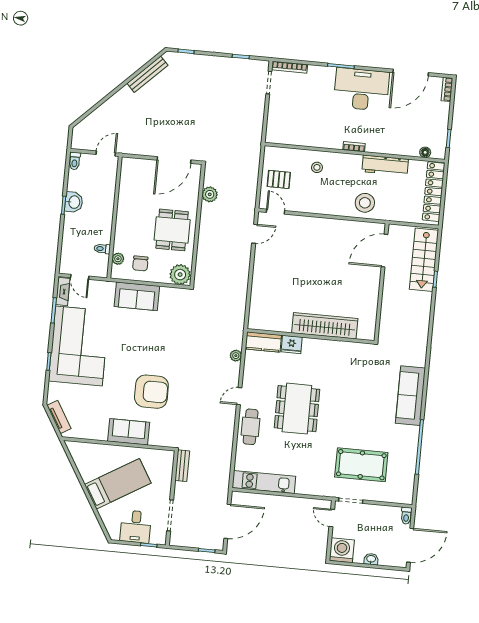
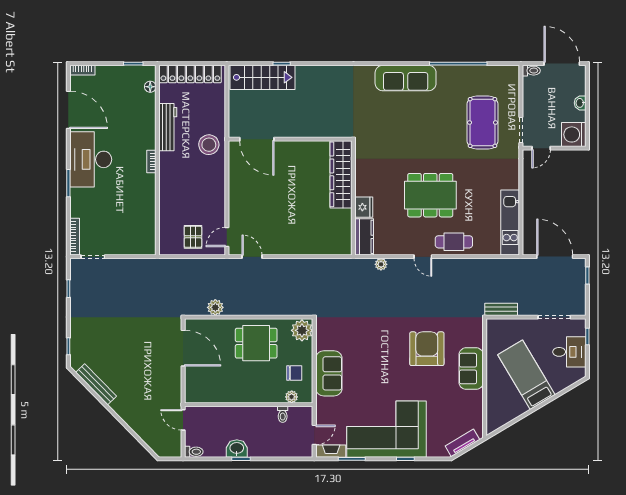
stool: (317, 167) -> (177, 198), removed
door: (385, 251) -> (257, 139), moved
wall: (382, 282) -> (290, 139), moved

